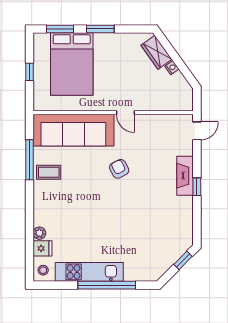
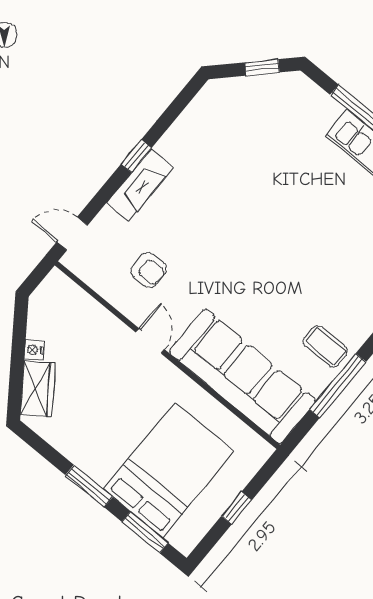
armchair: (119, 169) -> (149, 270), moved, turned -63
window: (183, 260) -> (262, 67), moved

